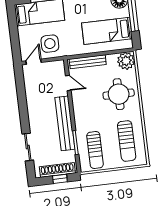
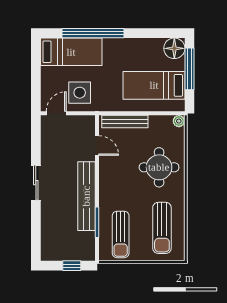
plant: (126, 61) -> (179, 121), width x0.53, depth x0.53
sliding door: (28, 147) -> (36, 183), moved
shoe rack: (57, 170) -> (70, 254), removed

